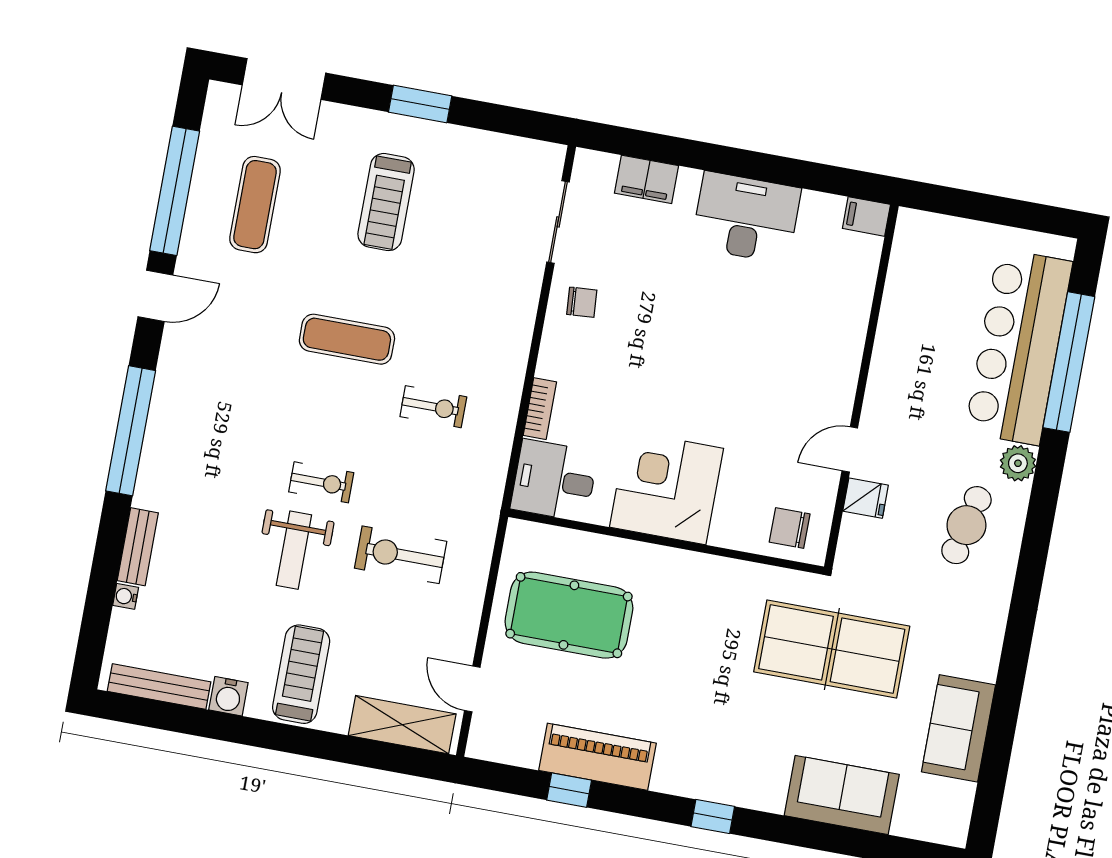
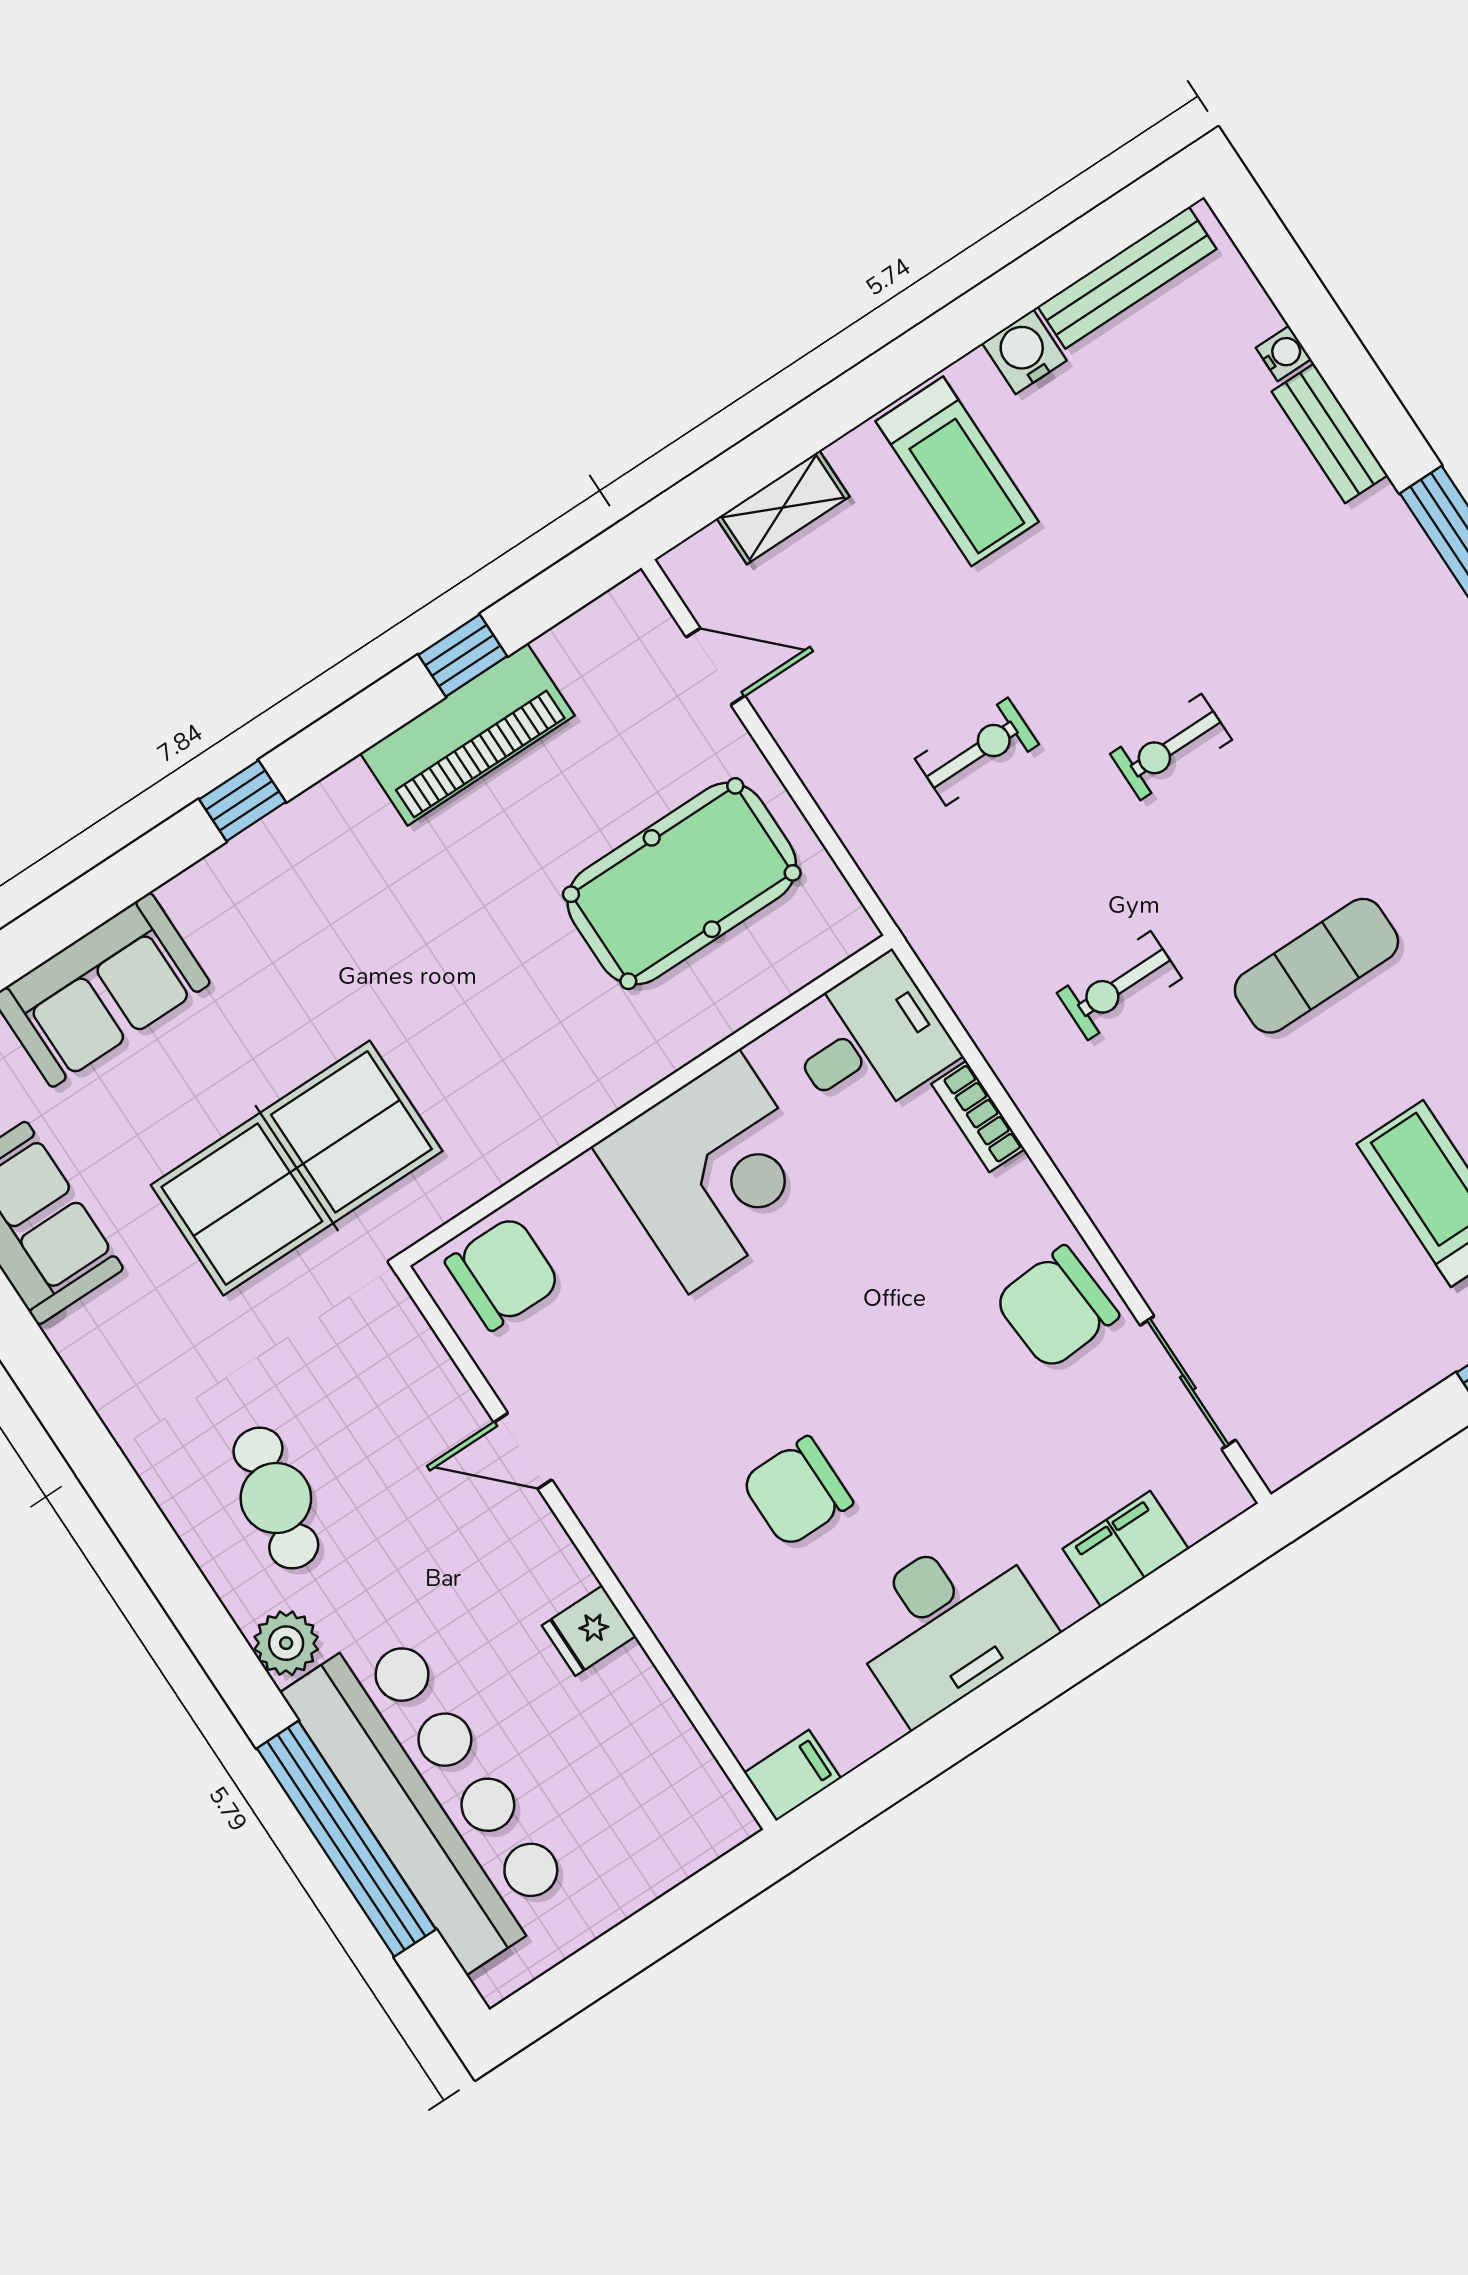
chair: (582, 302) -> (1056, 1308), width x1.87, depth x1.87
chair: (756, 328) -> (797, 1492), added
door: (850, 449) -> (523, 1451), swing flipped
fridge: (866, 498) -> (589, 1631), moved
chair: (790, 528) -> (503, 1273), width x1.37, depth x1.37
weight bench: (294, 550) -> (1122, 624), removed
exercise bike: (401, 555) -> (977, 752), width x0.73, depth x0.72
shelving: (402, 725) -> (783, 507), width x0.67, depth x0.75

